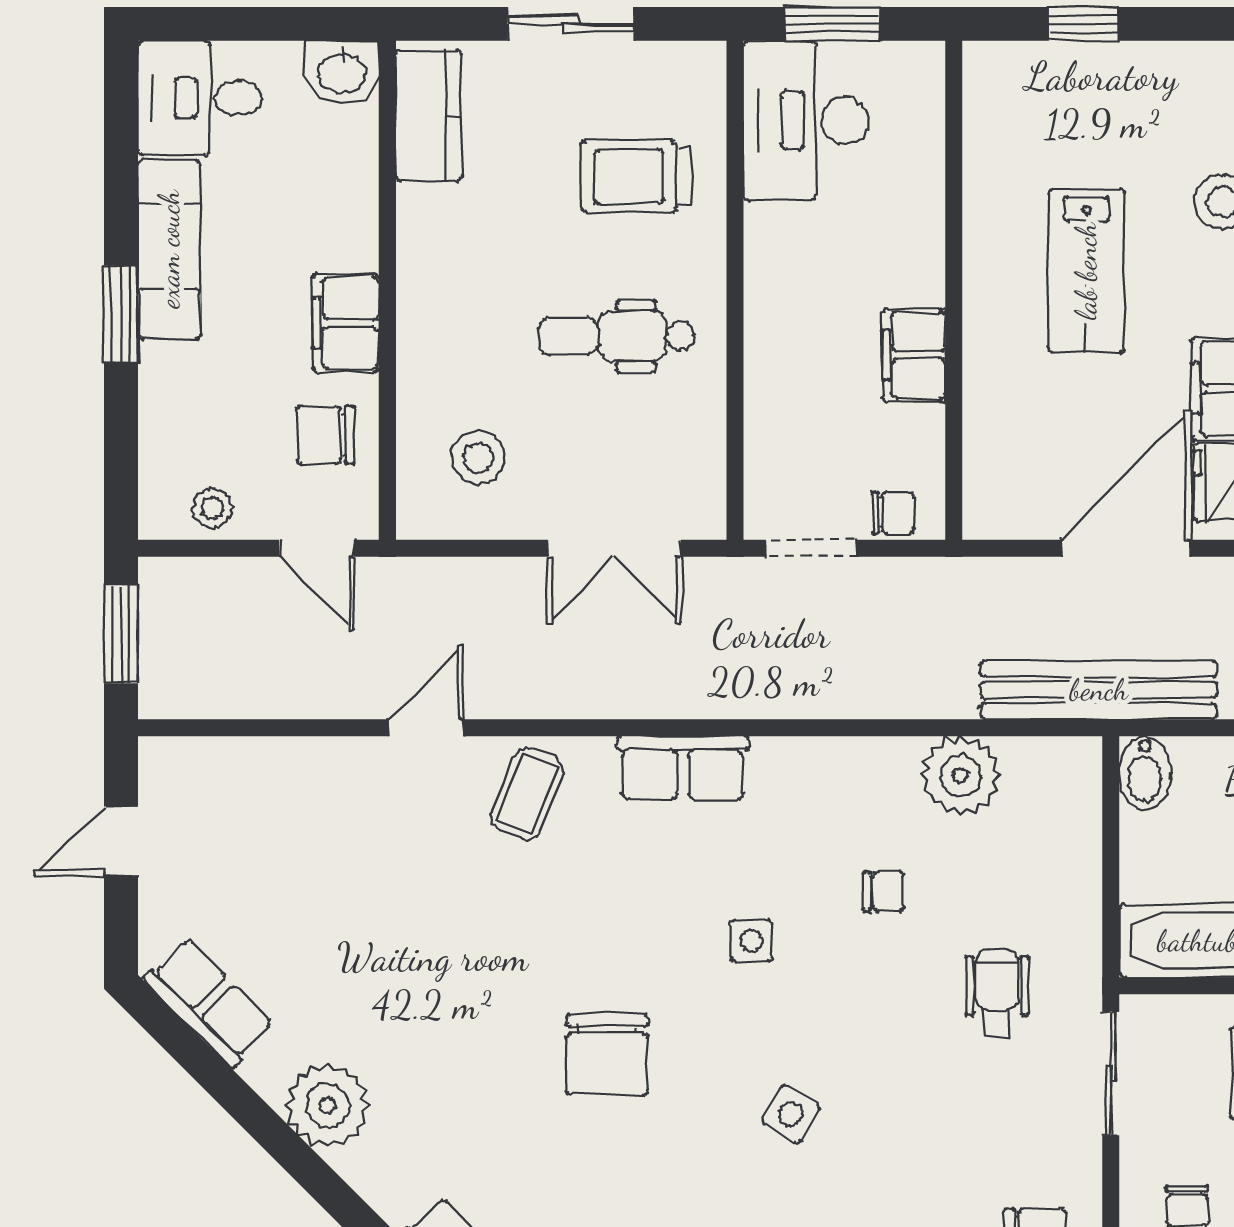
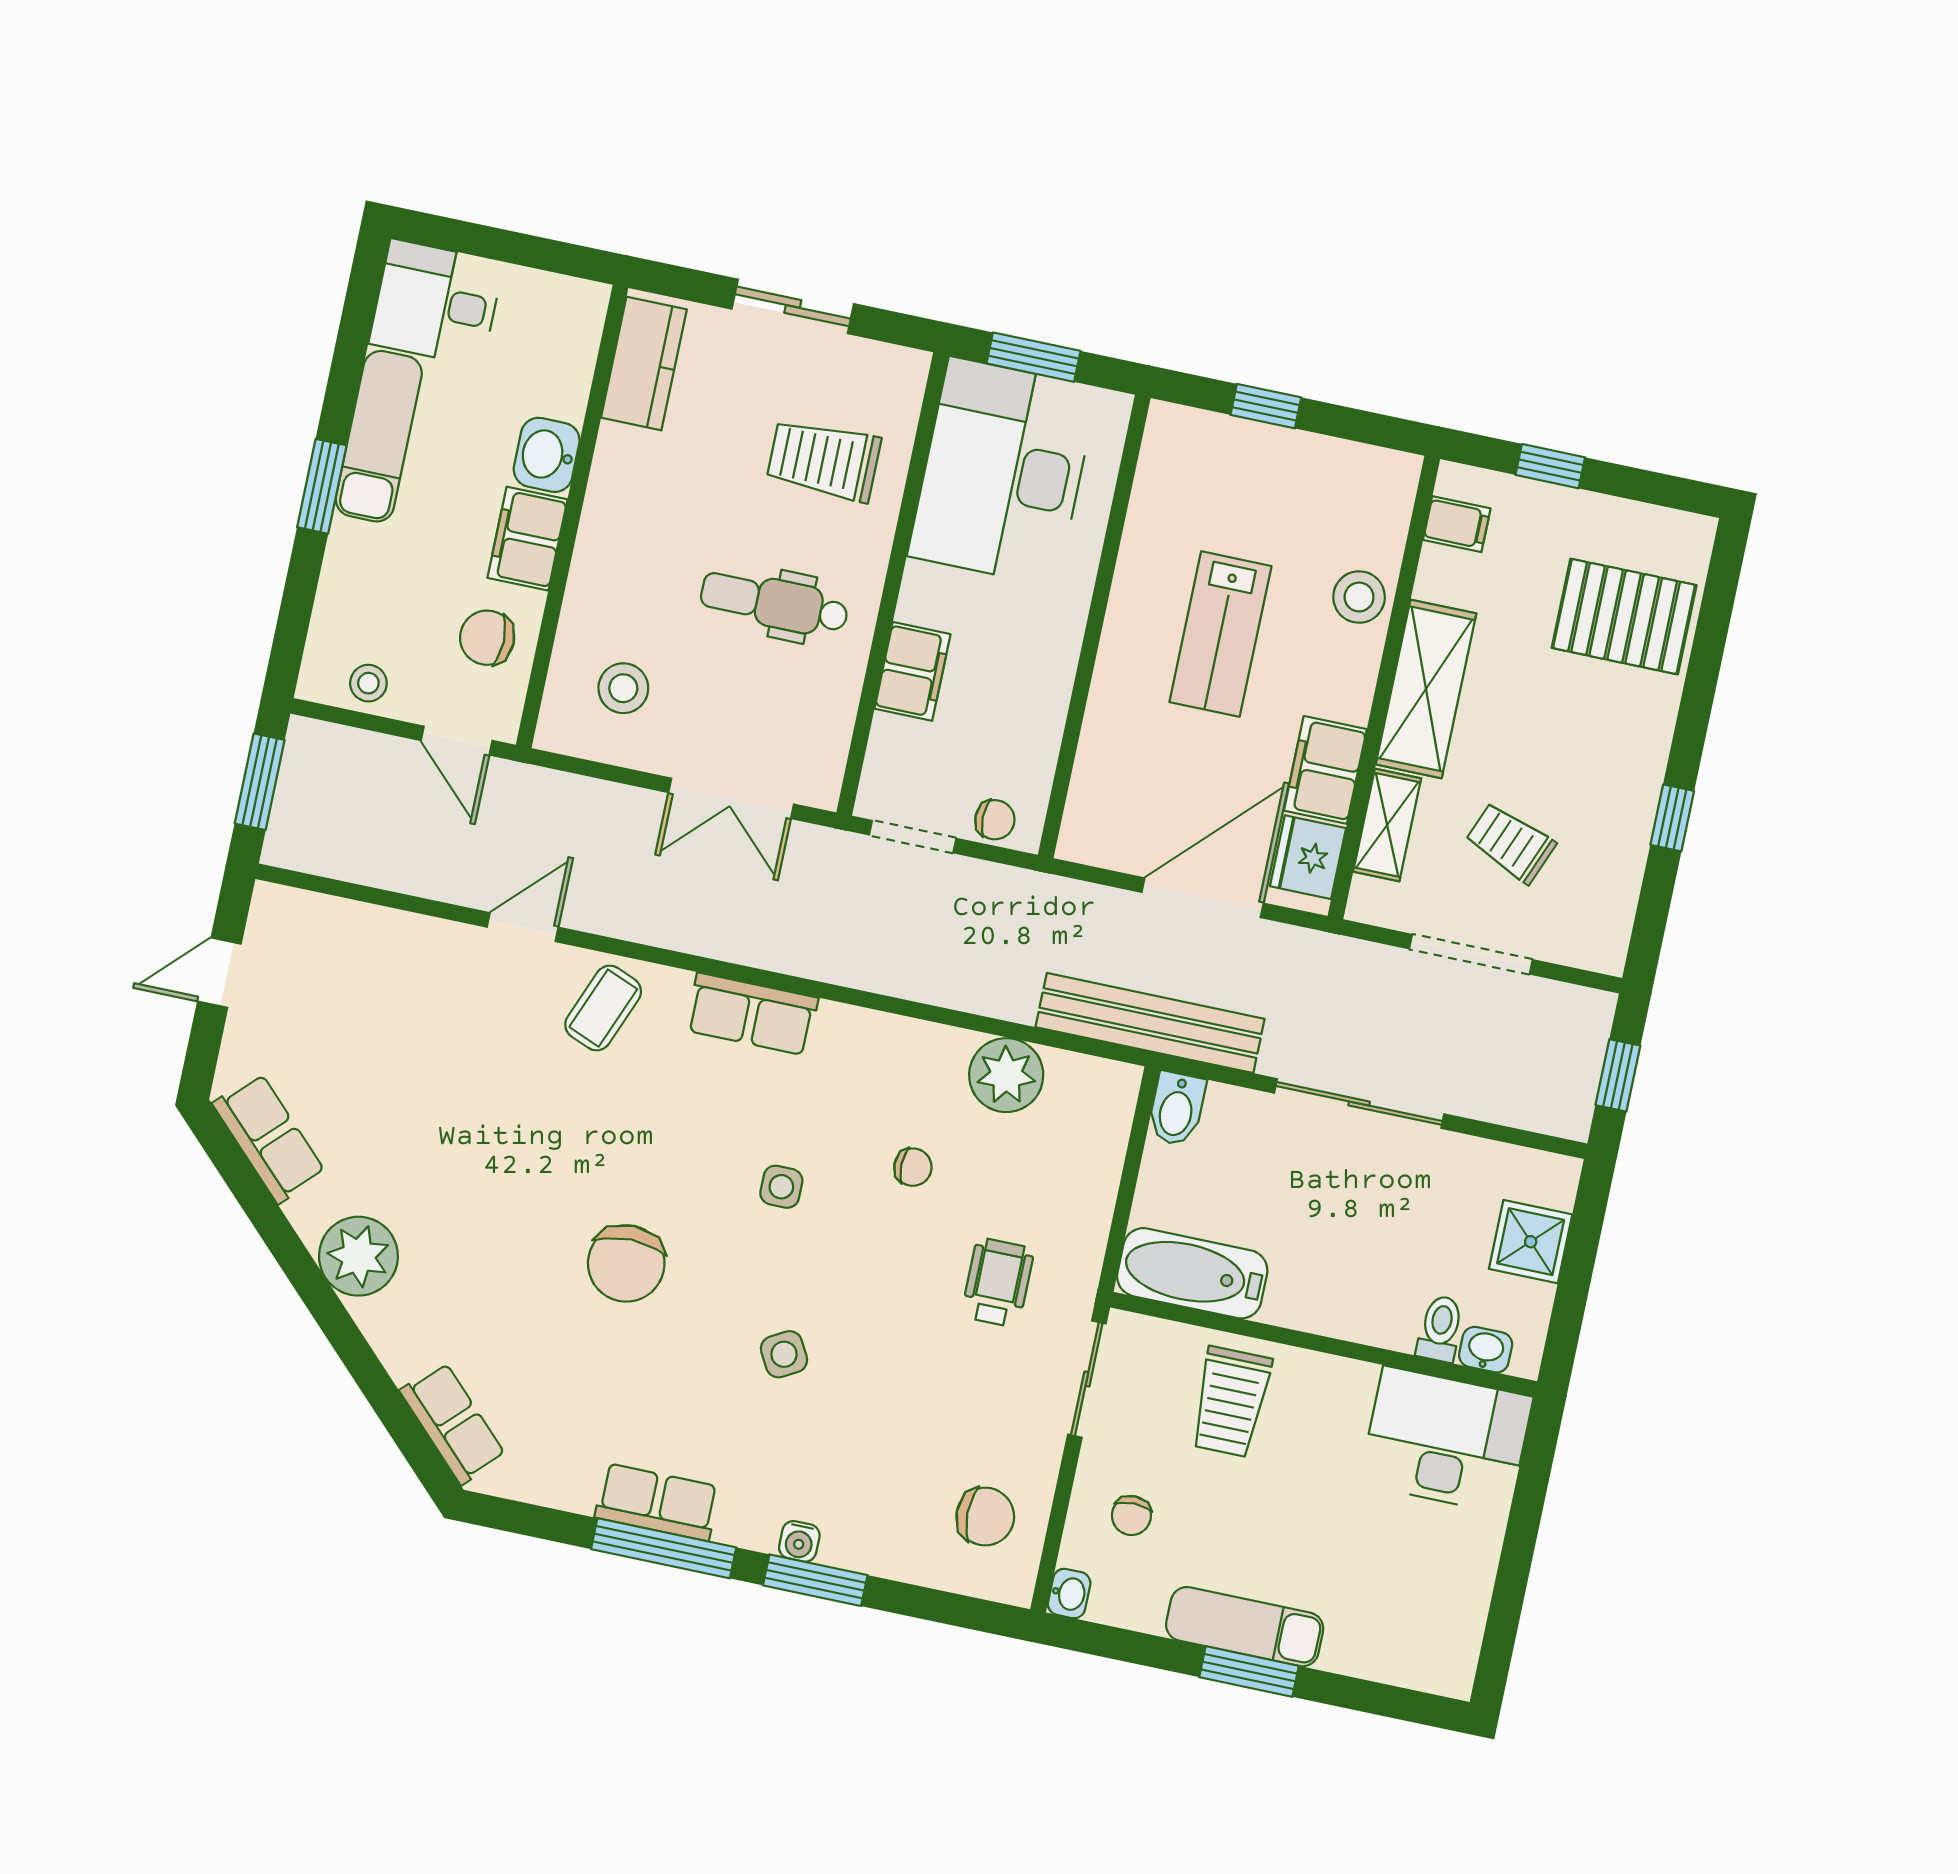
washbasin: (342, 72) -> (547, 455), moved, turned 90
desk: (806, 120) -> (1003, 472), width x1.36, depth x1.30
filing cabinet: (914, 355) -> (912, 671), moved, turned 180
side table: (791, 1114) -> (784, 1354), turned 31

